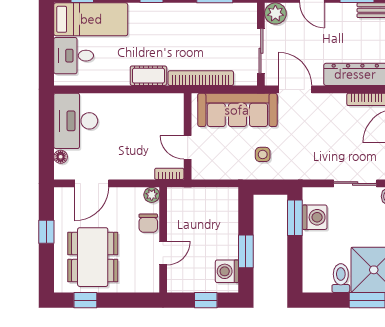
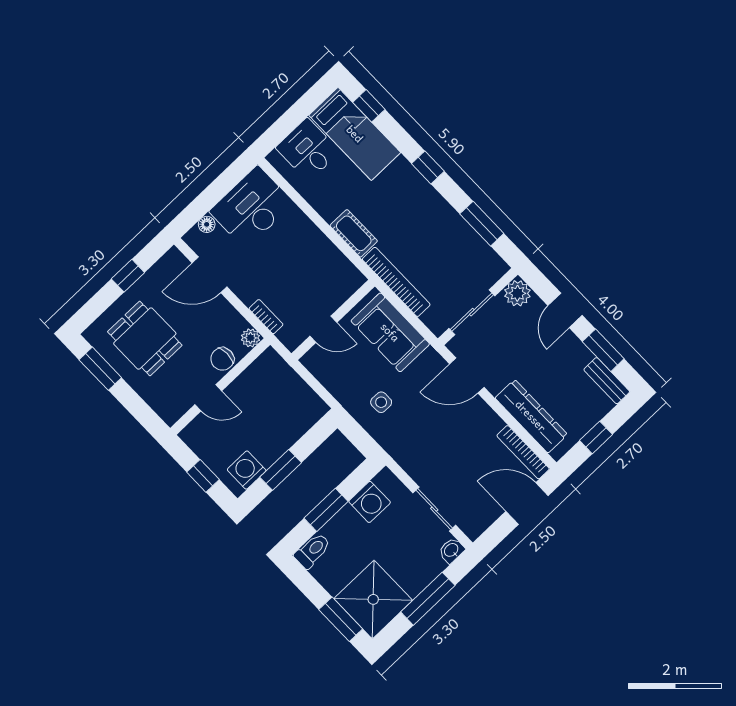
door: (295, 89) -> (467, 376), swing flipped
sofa: (237, 110) -> (390, 332), width x0.73
door: (188, 147) -> (323, 329), swing flipped
bookcase: (169, 174) -> (266, 317), moved
window: (295, 218) -> (326, 510), moved
dining table: (93, 257) -> (145, 339), width x0.73
toilet: (341, 278) -> (312, 551), moved
window: (85, 300) -> (100, 369), width x1.50

